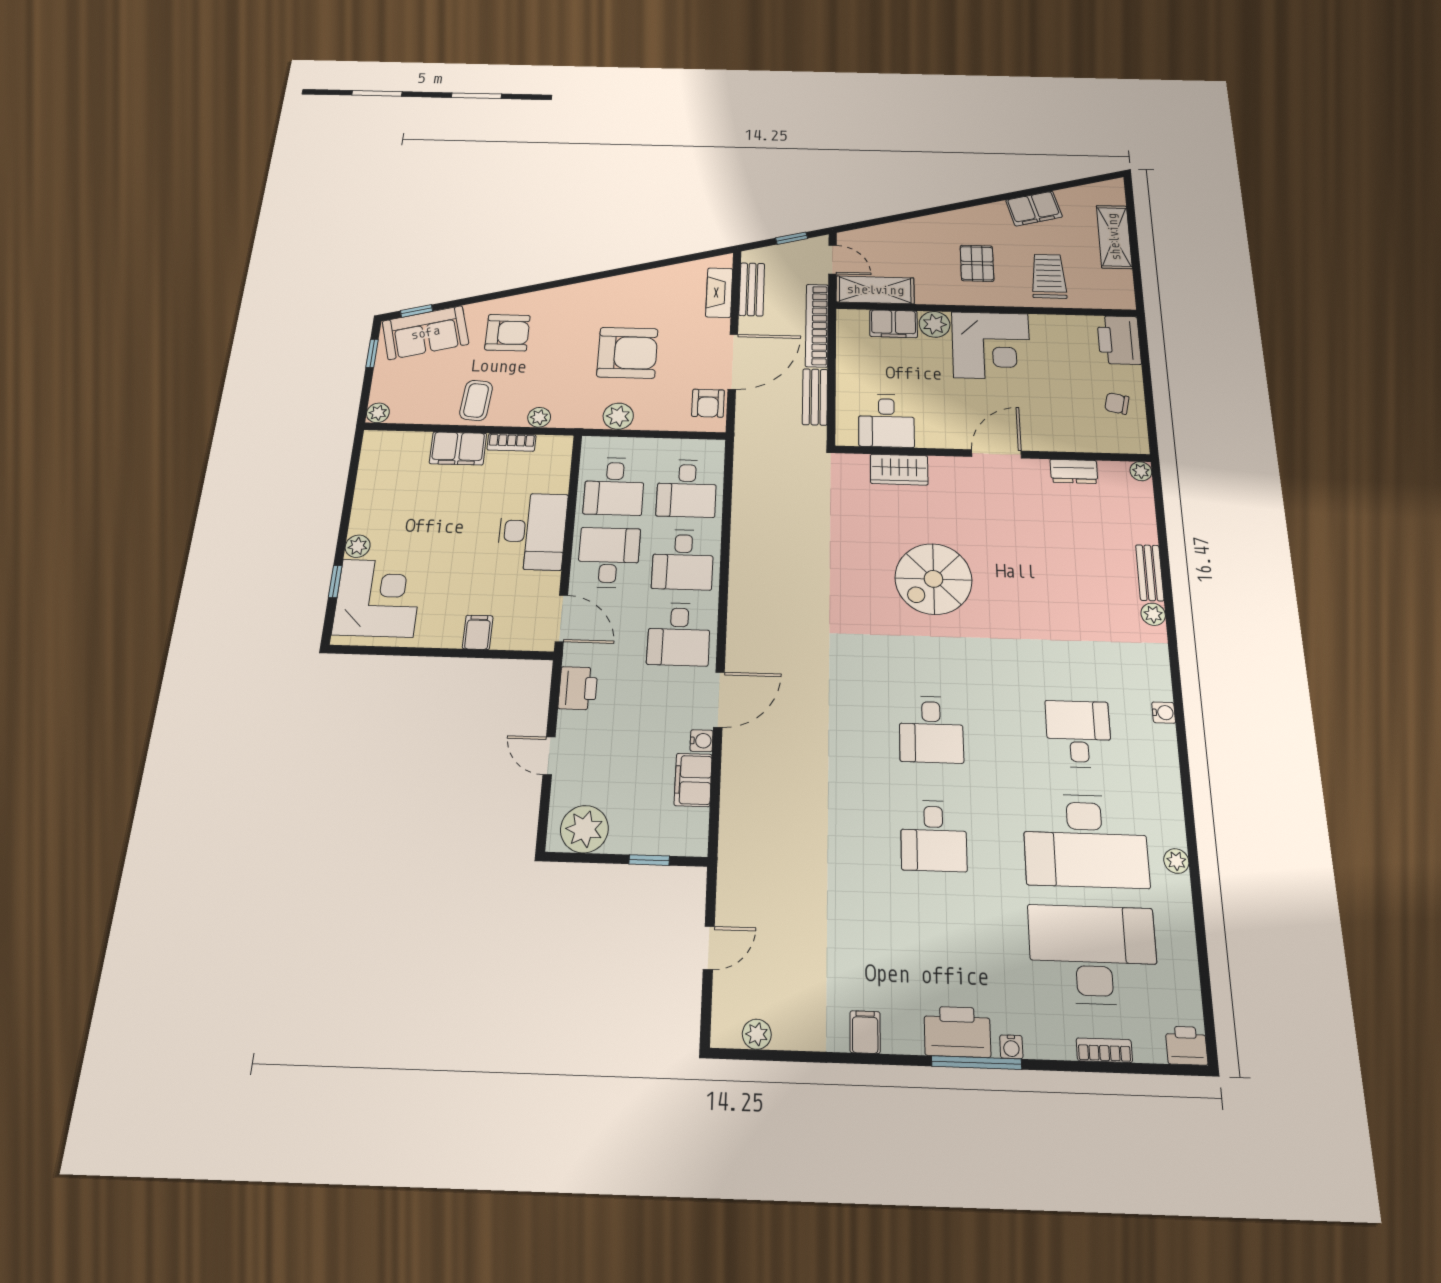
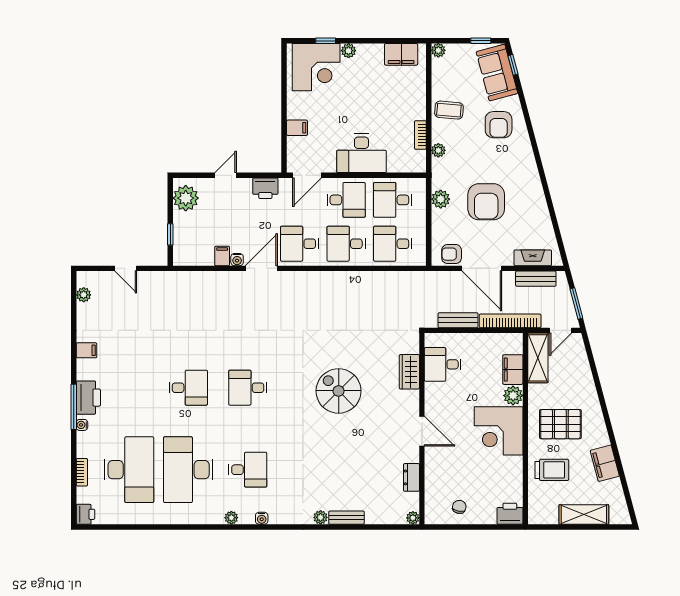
window: (792, 238) -> (576, 304), width x1.50
pallet: (977, 263) -> (560, 424), width x1.50, depth x1.42
printer: (1119, 340) -> (510, 514), width x0.73, depth x0.84
filing cabinet: (458, 448) -> (401, 54), moved, turned -90
door: (719, 699) -> (261, 268), swing flipped
filing cabinet: (693, 780) -> (222, 256), width x0.50
desk: (934, 836) -> (188, 388), turned 180
plant: (1176, 861) -> (231, 518), moved

